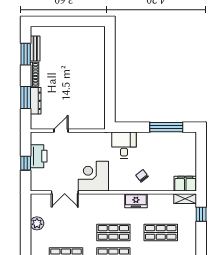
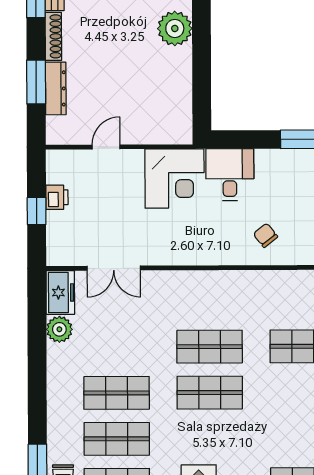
plant: (96, 71) -> (175, 28), added
printer: (39, 156) -> (57, 197), width x0.53, depth x0.68
corner desk: (93, 176) -> (175, 179), moved, turned 180
freezer: (136, 201) -> (60, 293), moved, turned -90

